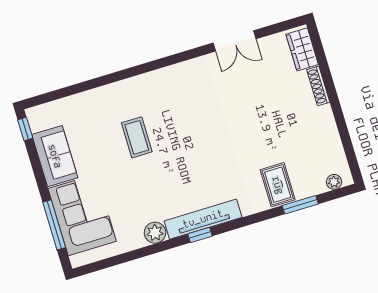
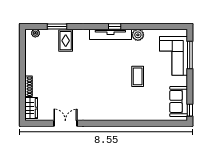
coffee table: (137, 137) -> (138, 76), moved
sofa: (55, 156) -> (179, 101), moved

